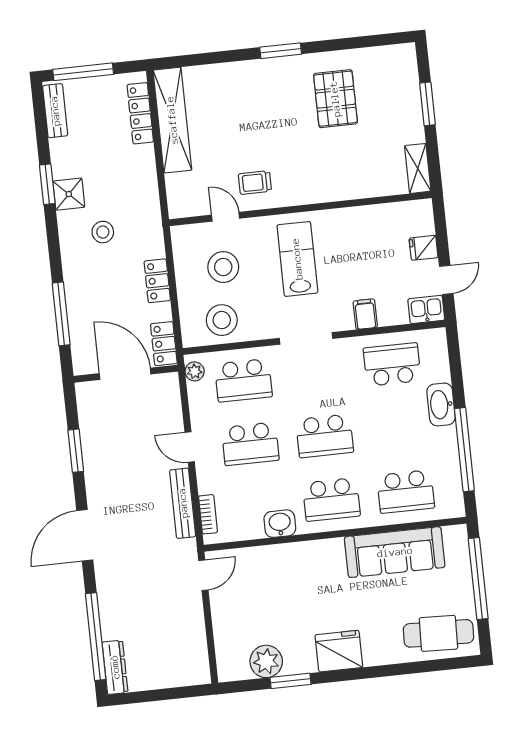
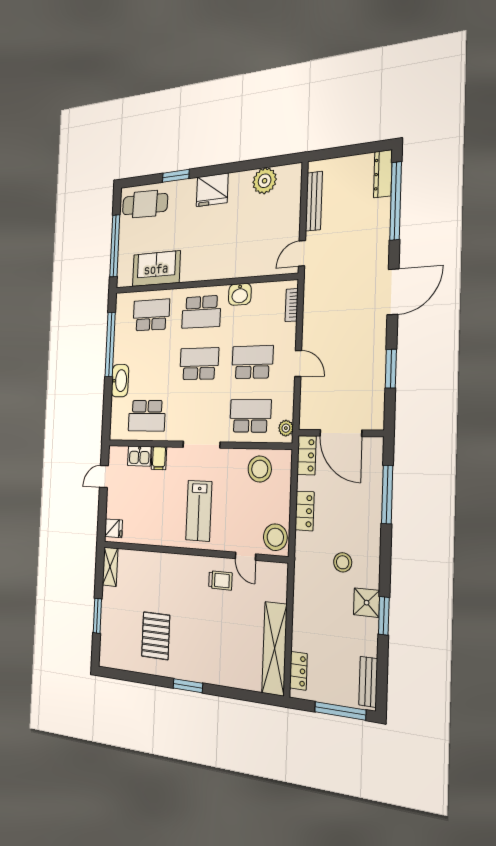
locker: (140, 113) -> (298, 671), width x0.66
fridge: (424, 248) -> (114, 528), moved
stool: (223, 267) -> (275, 537), moved
kitchen sink: (426, 310) -> (139, 456), moved
school desk: (331, 499) -> (201, 312), turned 180
bench: (183, 503) -> (314, 201), moved
sofa: (395, 552) -> (156, 269), width x0.73
window: (290, 681) -> (176, 176), moved

